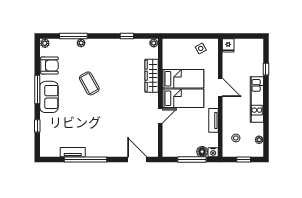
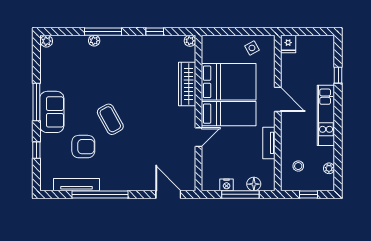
window: (73, 36) -> (103, 32), moved
armchair: (49, 65) -> (83, 147), moved
bed: (183, 79) -> (229, 82), width x1.50
coffee table: (89, 83) -> (110, 119), moved
tv unit: (73, 152) -> (76, 185), width x1.41
nightstand: (213, 152) -> (227, 185), moved

